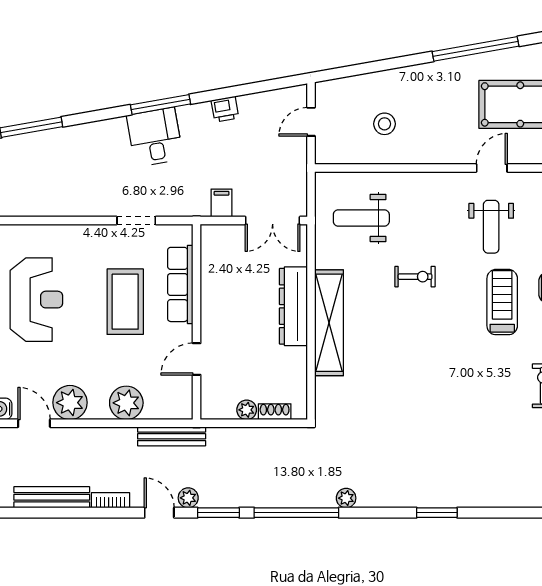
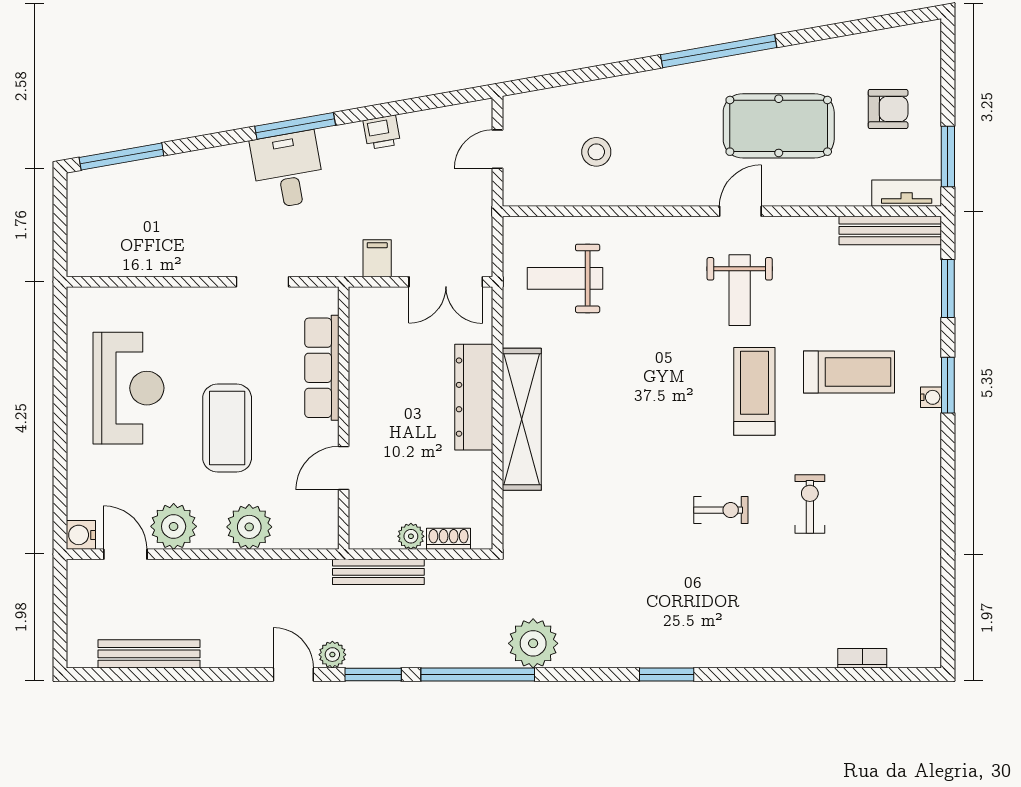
exercise bike: (415, 277) -> (721, 510), moved
coffee table: (125, 302) -> (227, 428), moved
bench: (172, 436) -> (378, 572), moved
plant: (346, 498) -> (533, 643), width x1.88, depth x1.88
bookcase: (111, 500) -> (228, 658), removed

